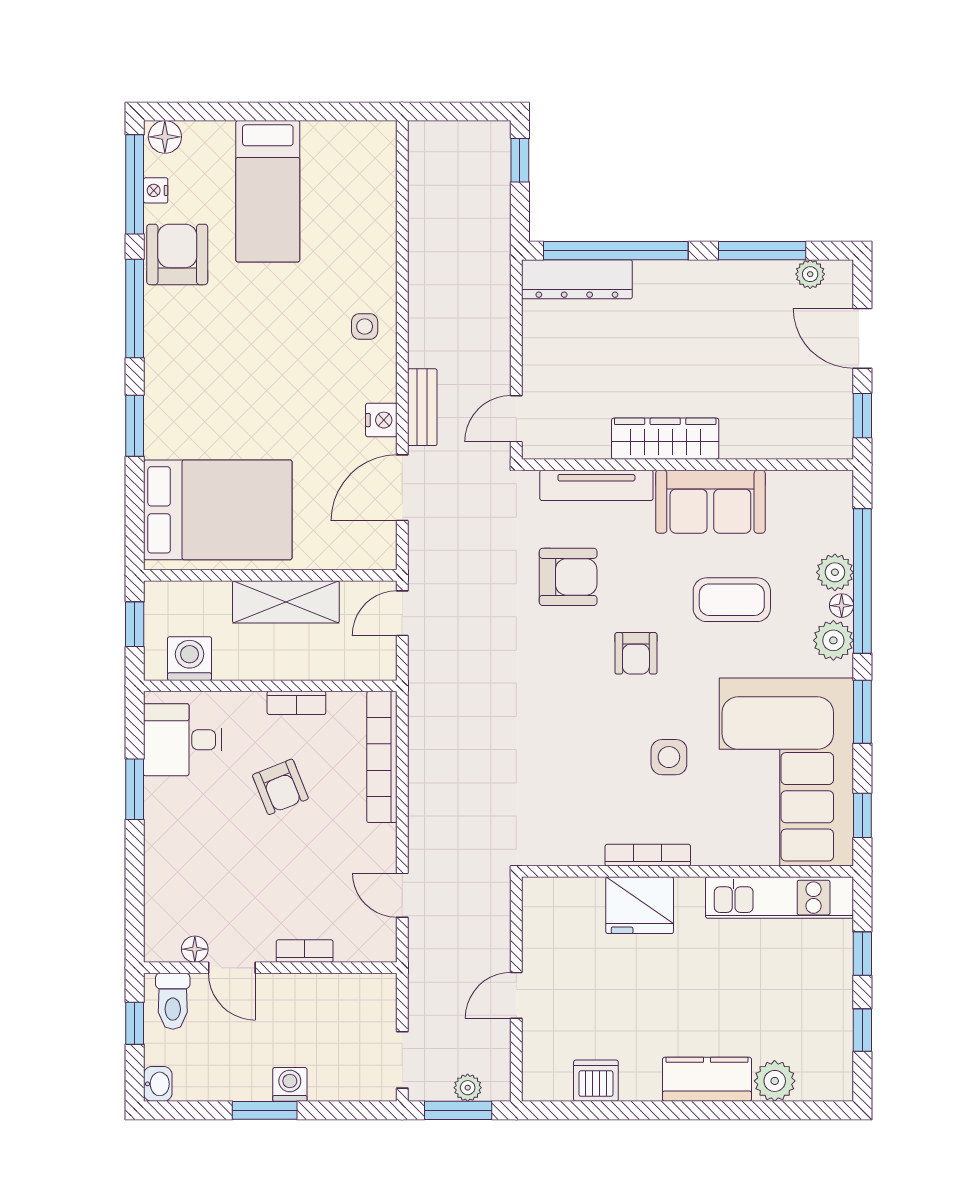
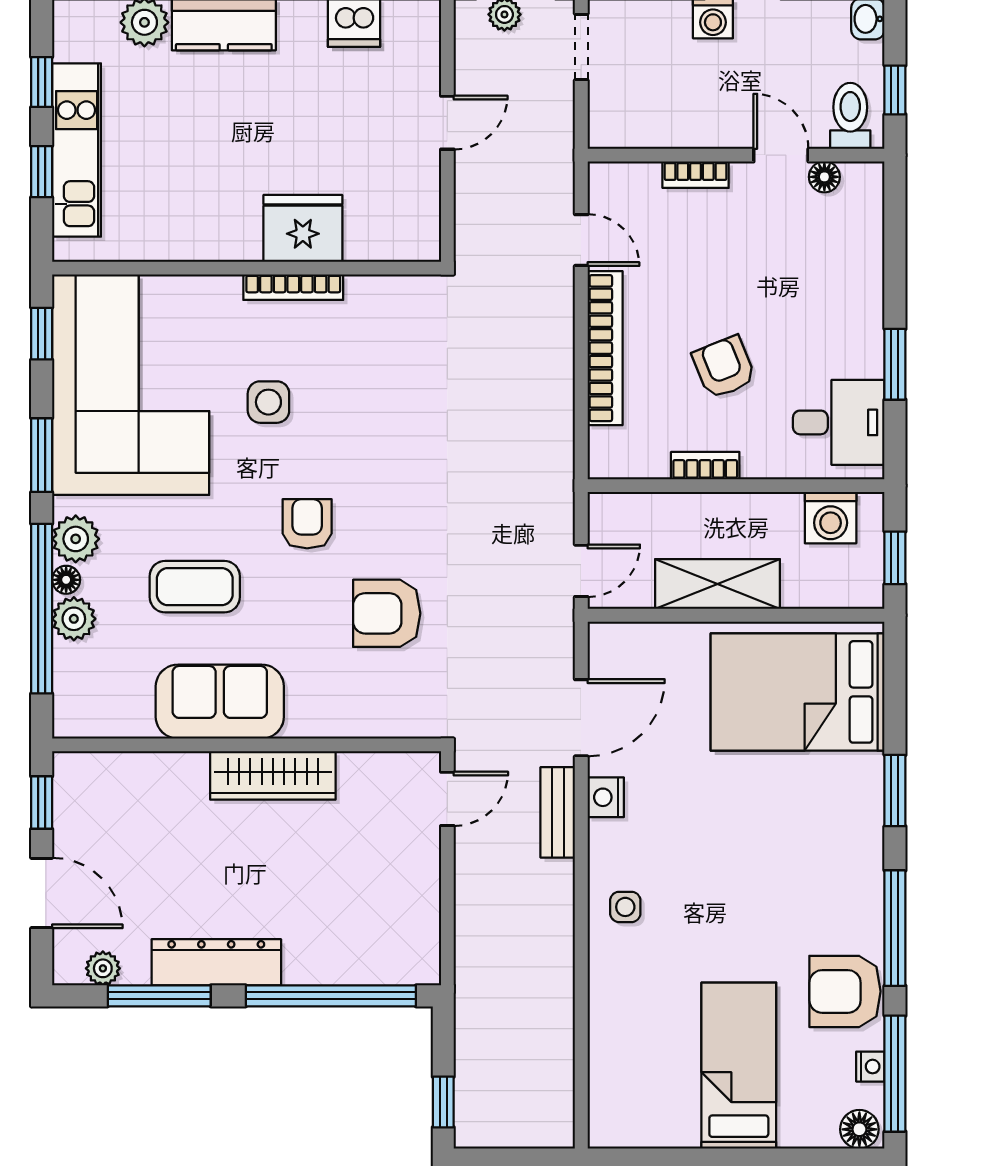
armchair: (177, 254) -> (845, 991), turned 90
dresser: (577, 279) -> (216, 962), moved
tv unit: (596, 485) -> (353, 721), removed
bookcase: (382, 757) -> (605, 348), moved
kitchen unit: (780, 898) -> (77, 150), moved, turned 90

